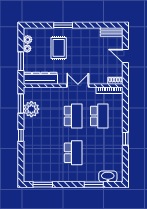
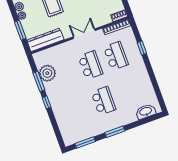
window: (21, 104) -> (39, 81), moved
window: (125, 139) -> (142, 48), moved
window: (94, 185) -> (115, 132), moved

